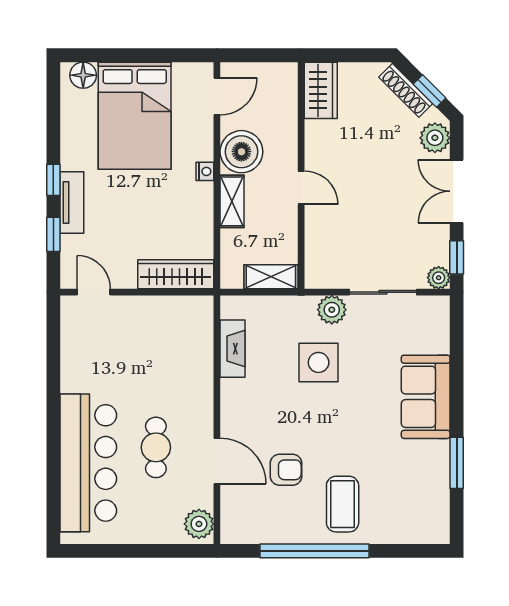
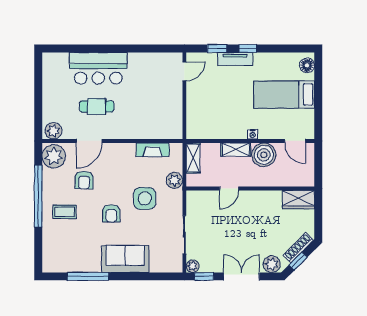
bed: (135, 116) -> (284, 94), width x0.67
door: (301, 188) -> (229, 189), moved
wardrobe: (176, 274) -> (194, 118), removed
shelving: (271, 277) -> (193, 158), moved
plant: (332, 310) -> (174, 180), moved
armchair: (345, 422) -> (111, 213), added
bar counter: (88, 463) -> (98, 68), width x0.73
window: (457, 463) -> (88, 276), width x1.44
coffee table: (343, 504) -> (65, 212), width x0.73, depth x0.77
plant: (244, 523) -> (54, 156), added

